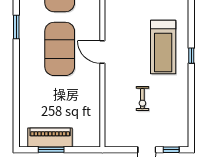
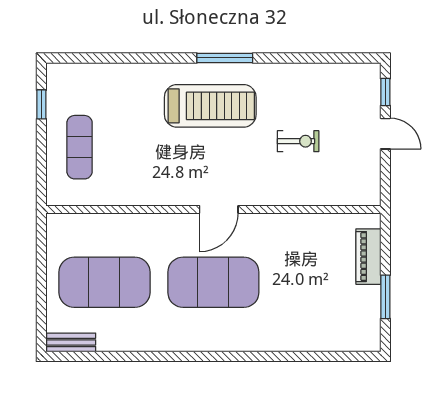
window: (16, 27) -> (176, 356), removed
window: (191, 56) -> (225, 58), width x2.17
piano: (50, 137) -> (368, 257), moved, width x0.73, depth x0.75

